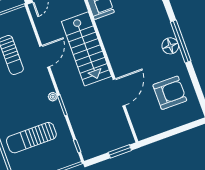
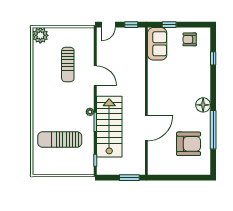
window: (181, 41) -> (213, 130), moved
stairs: (86, 49) -> (109, 127), moved, turned 180
door: (45, 56) -> (95, 76), hinge flipped

